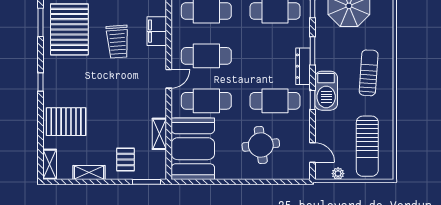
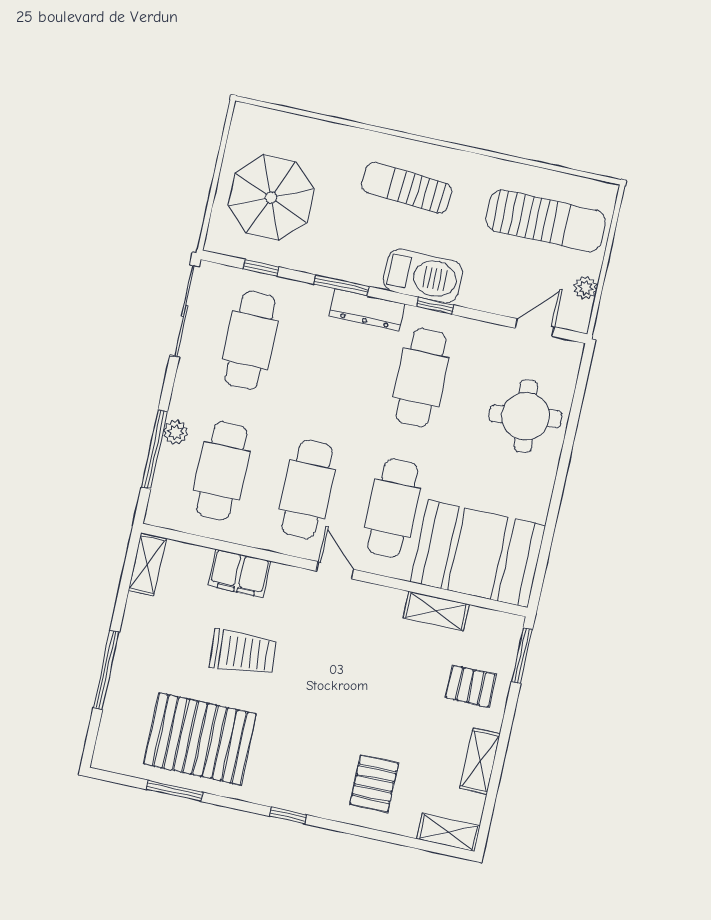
pallet: (66, 122) -> (374, 784), width x0.67, depth x0.71
round table: (261, 145) -> (526, 416), moved

